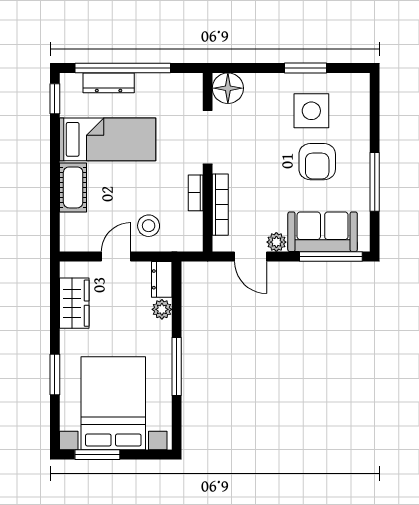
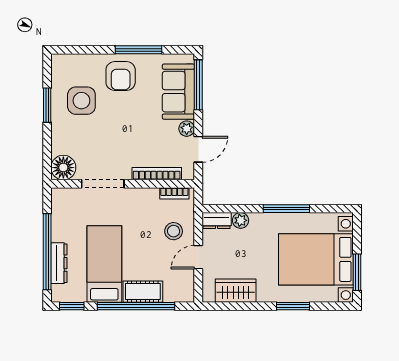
armchair: (317, 162) -> (121, 76), moved, turned 90
window: (55, 179) -> (136, 306), added
bookcase: (196, 193) -> (174, 193), moved
door: (116, 257) -> (198, 257), hinge flipped

